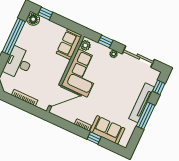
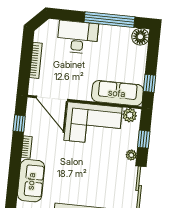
window: (45, 13) -> (149, 83), moved
sofa: (69, 44) -> (117, 93), width x1.36
window: (94, 138) -> (19, 124), moved

